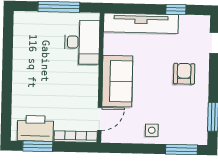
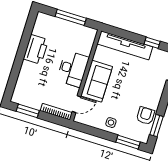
desk: (82, 42) -> (73, 69), moved
armchair: (184, 74) -> (145, 116), moved
printer: (35, 128) -> (36, 49), moved, turned 90

